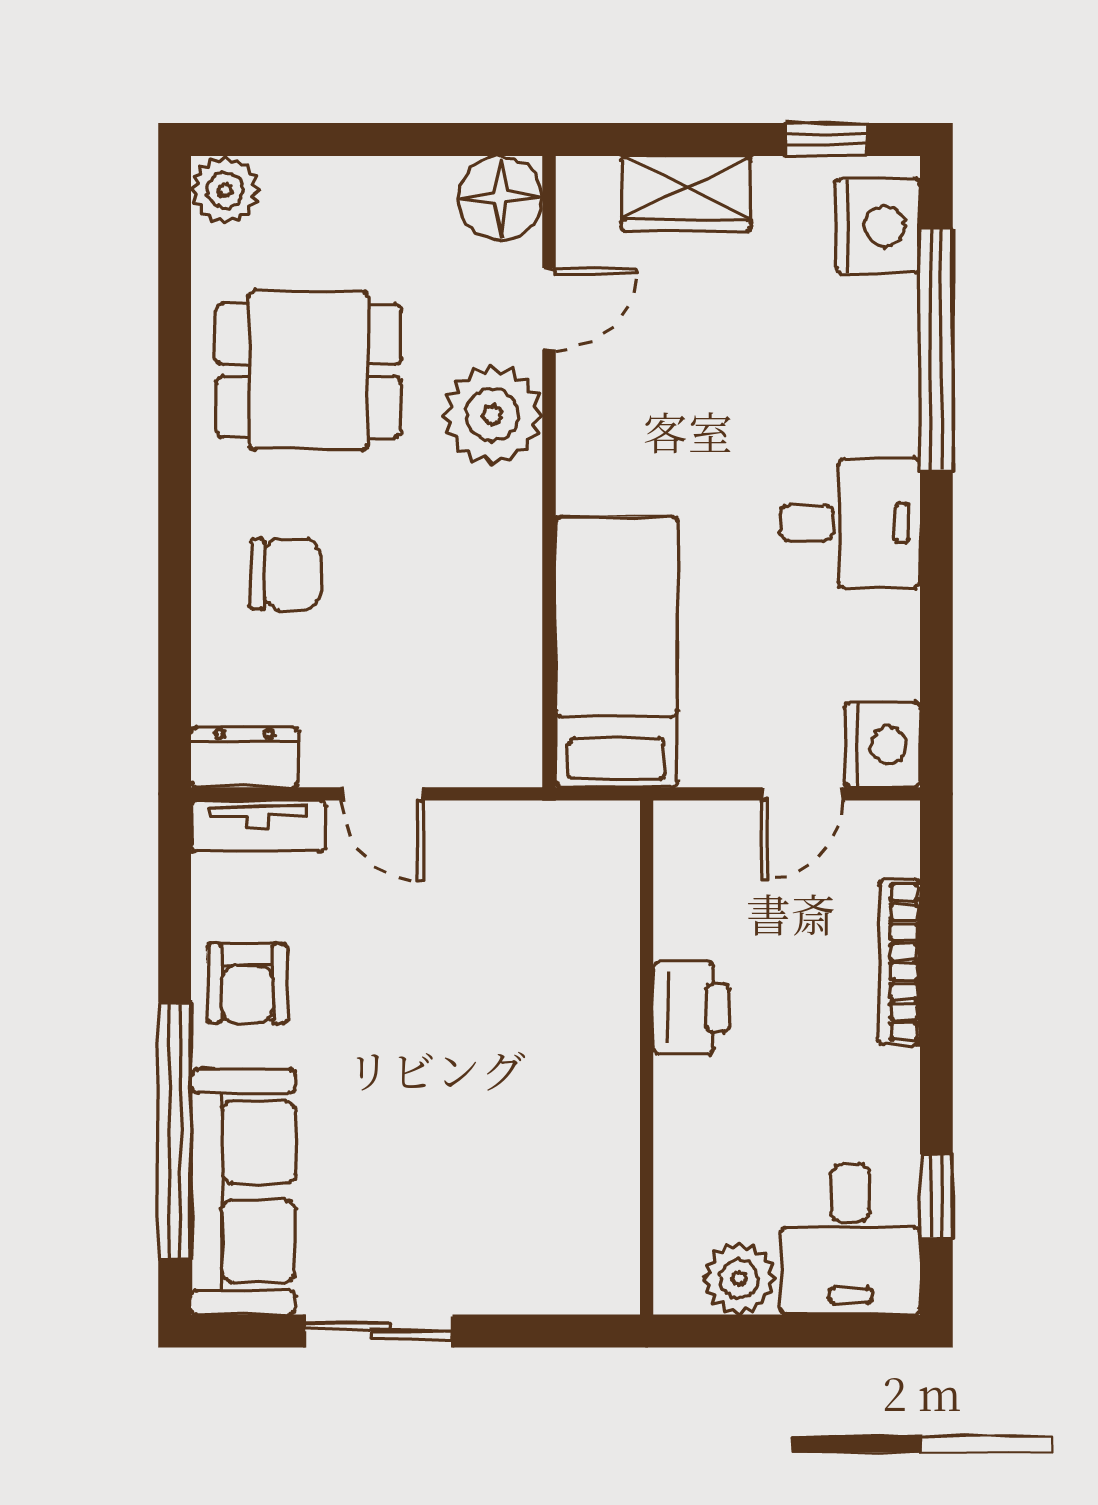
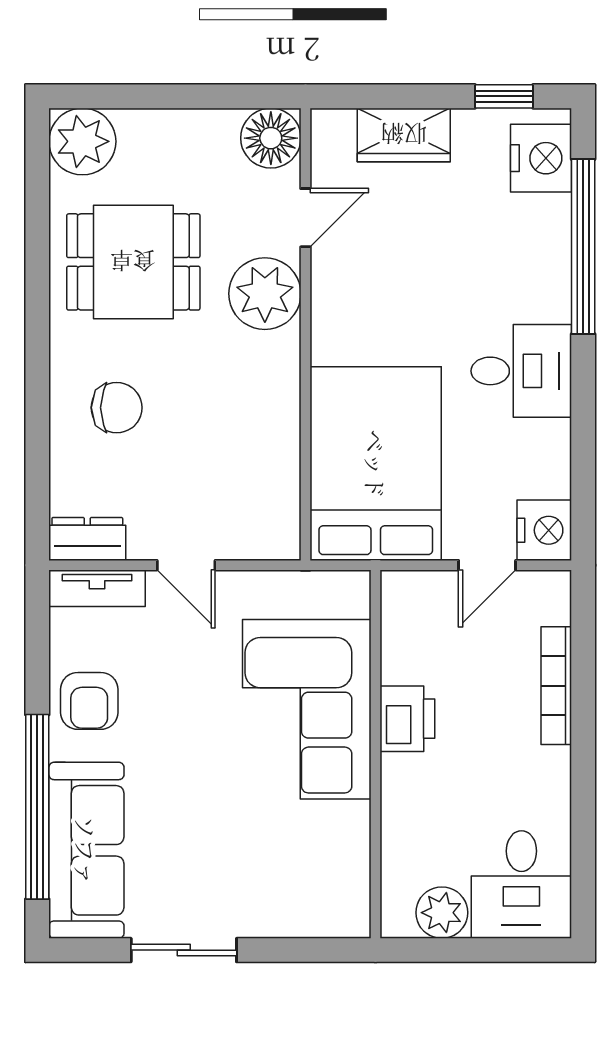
plant: (225, 190) -> (82, 141), width x1.36, depth x1.36
bed: (616, 652) -> (376, 464), width x1.50
corner sofa: (551, 995) -> (307, 709), added
window: (936, 1196) -> (583, 854), removed

